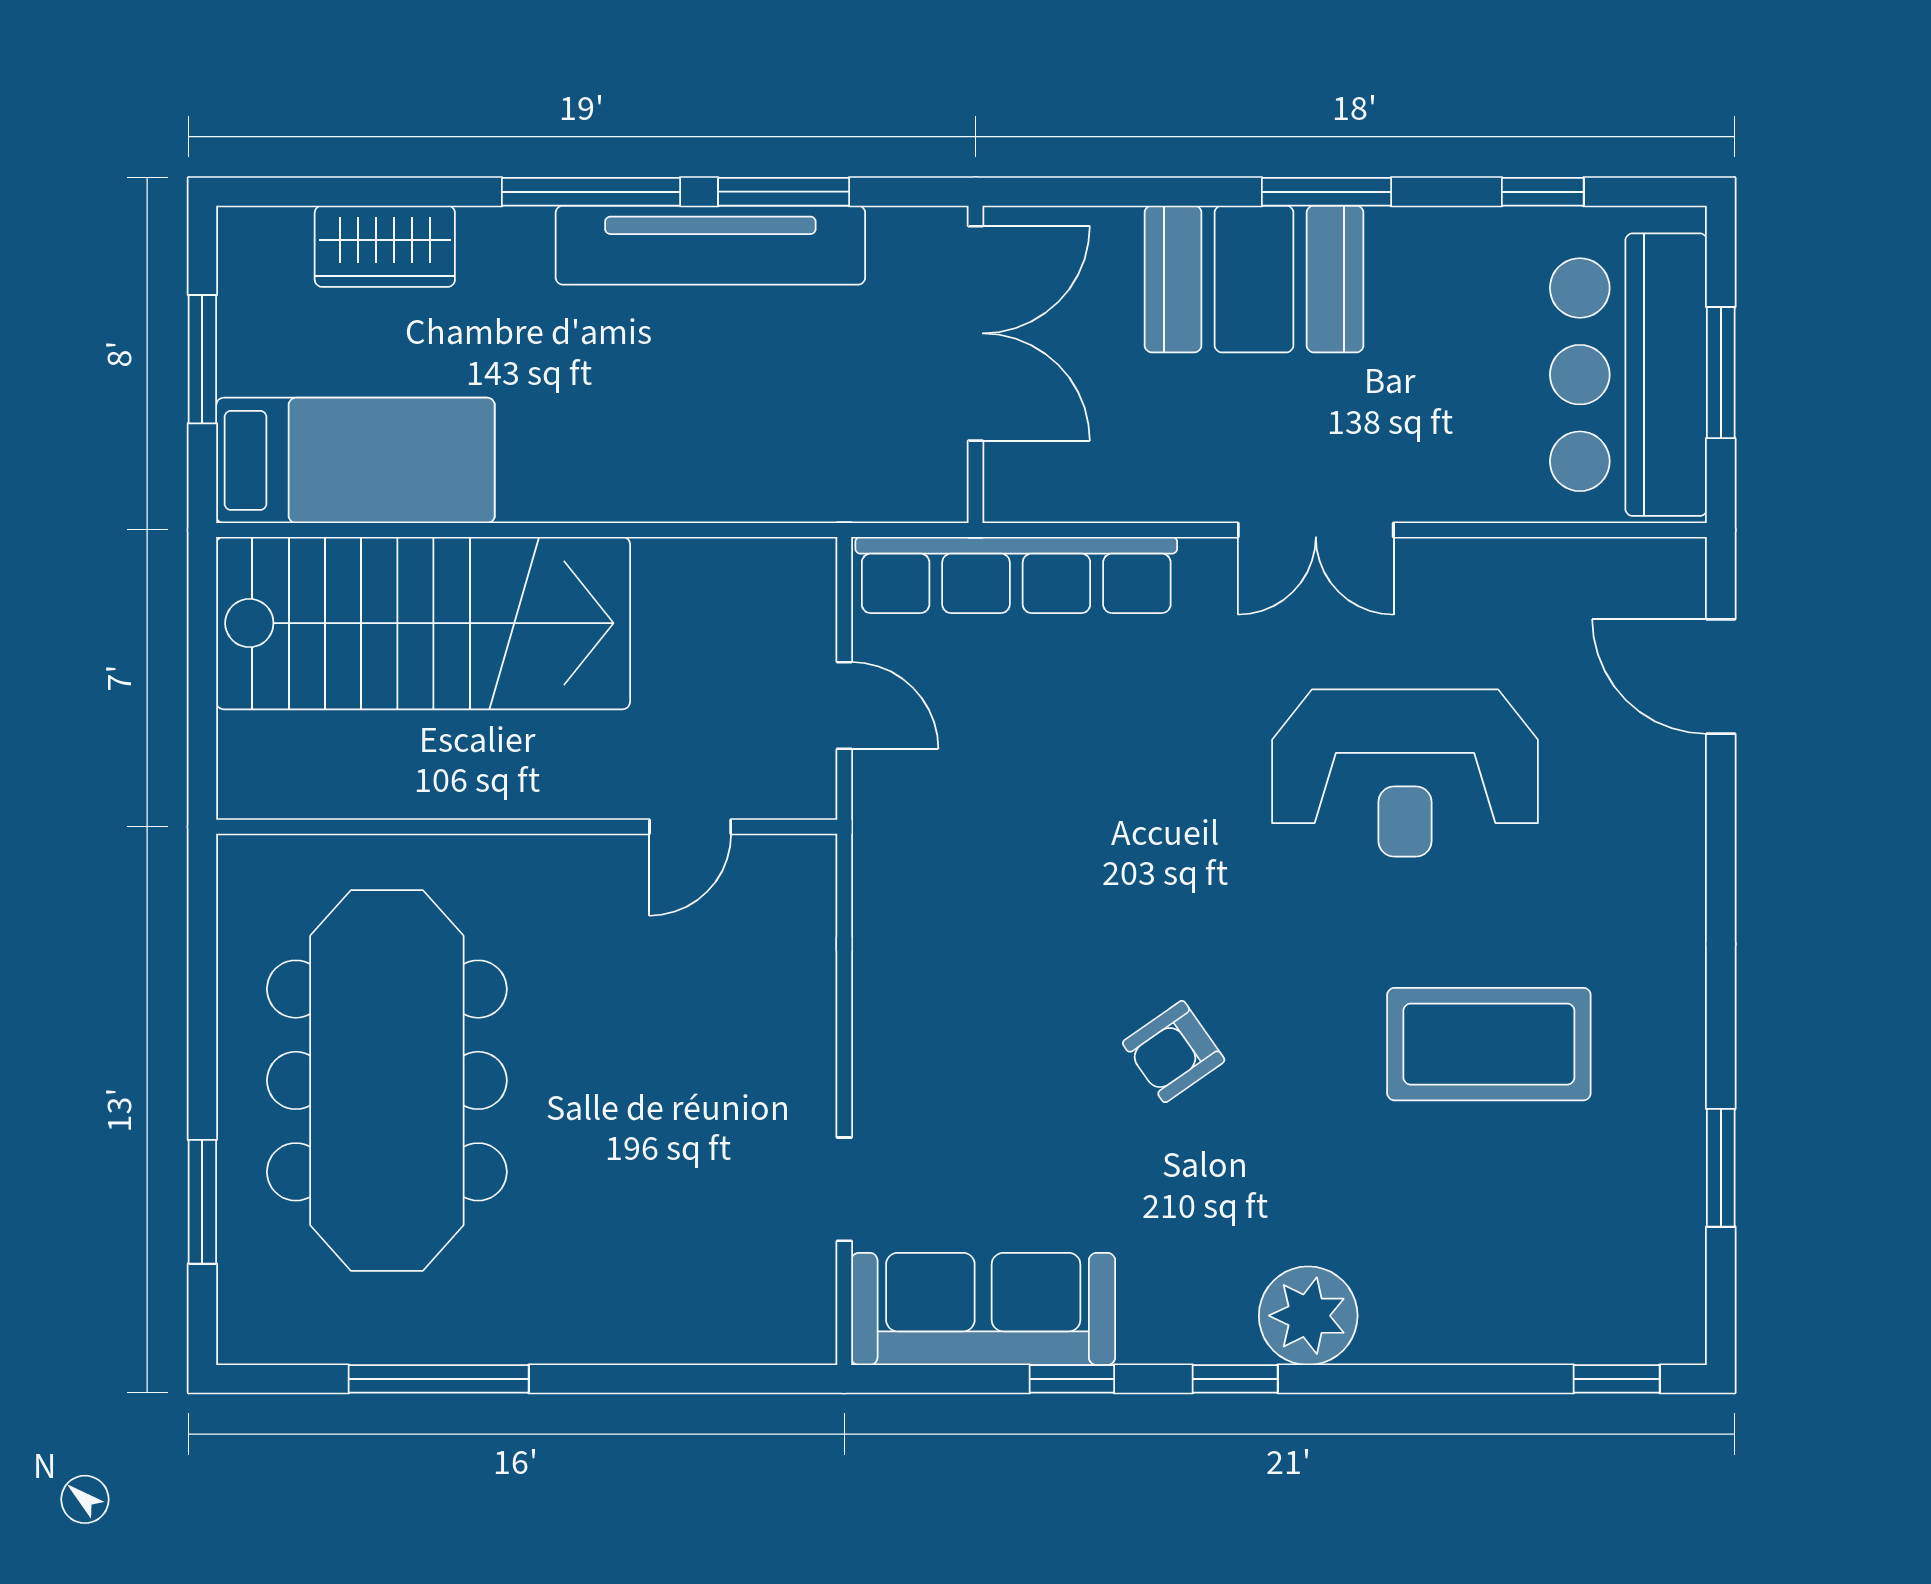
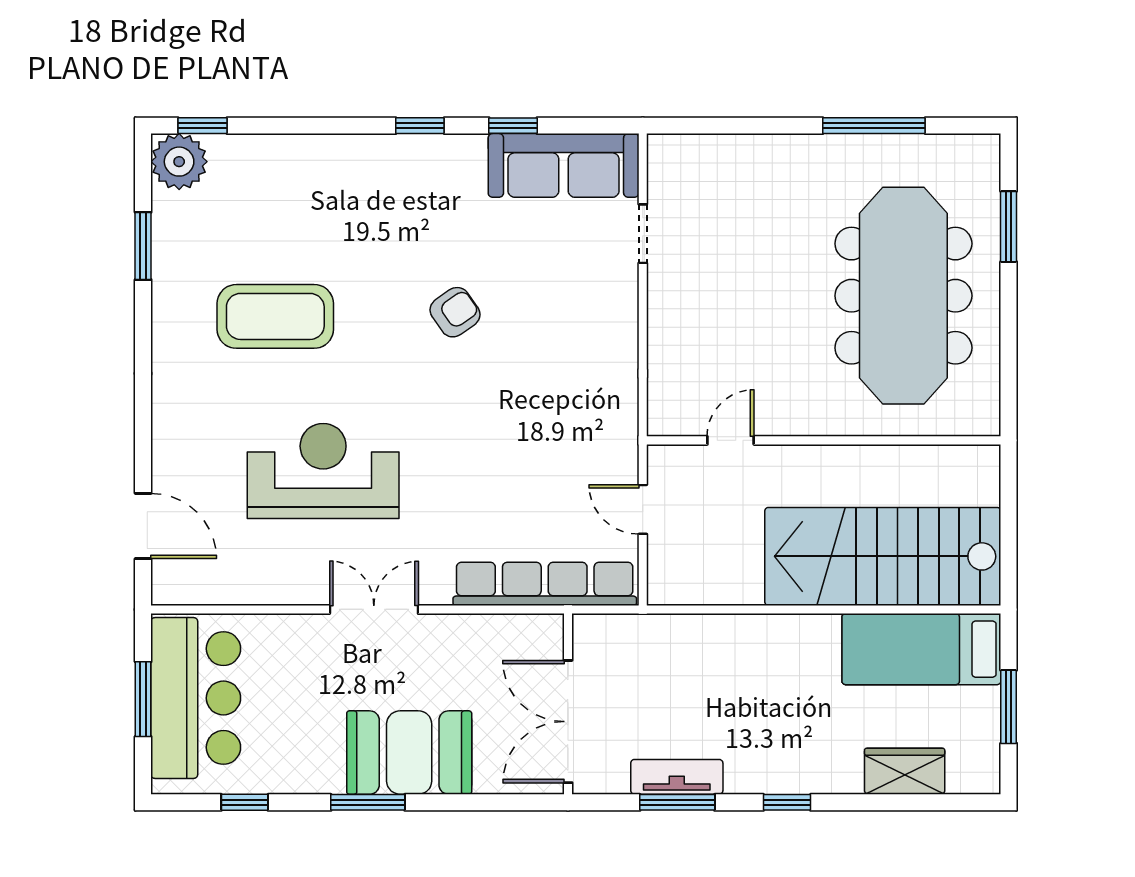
window: (591, 192) -> (787, 802), width x0.46
tv unit: (710, 245) -> (677, 777), width x0.52, depth x0.78
plant: (1308, 1316) -> (179, 162), moved

